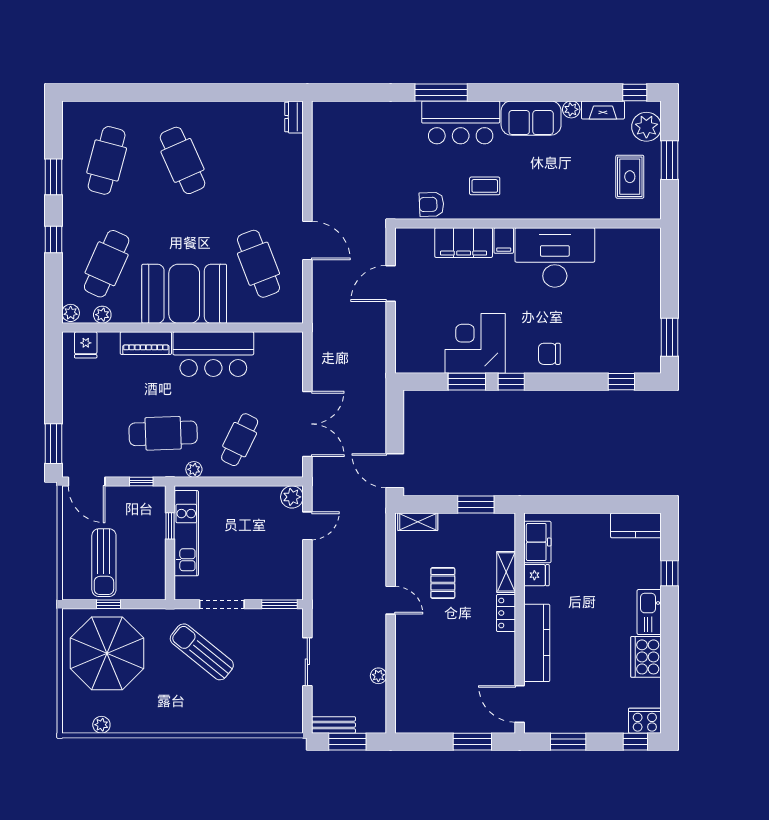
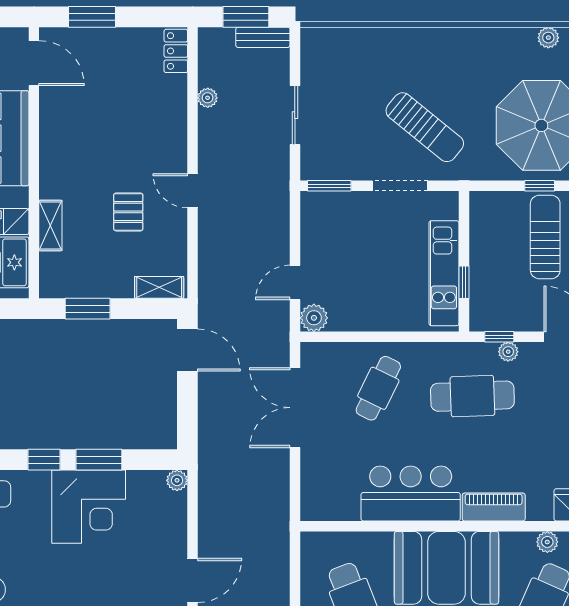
plant: (403, 365) -> (177, 480), added
plant: (194, 469) -> (508, 352), moved
locker: (506, 613) -> (176, 51), moved, turned 180

